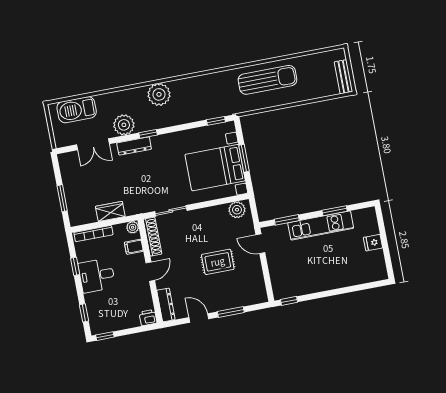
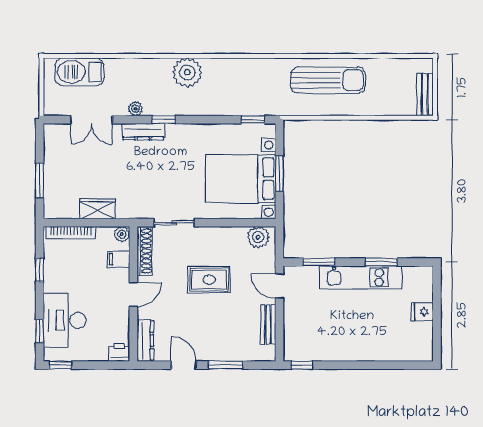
plant: (124, 125) -> (135, 109), width x0.53, depth x0.53
rug: (218, 262) -> (209, 280), moved
desk: (97, 275) -> (65, 320), moved, width x1.37
bench: (257, 275) -> (268, 324), added

